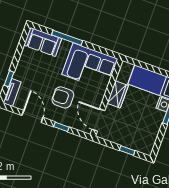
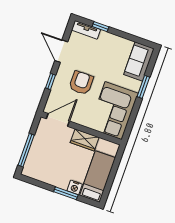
window: (67, 38) -> (143, 87), width x0.69
door: (32, 116) -> (61, 51), swing flipped
window: (127, 151) -> (26, 150), width x2.17

